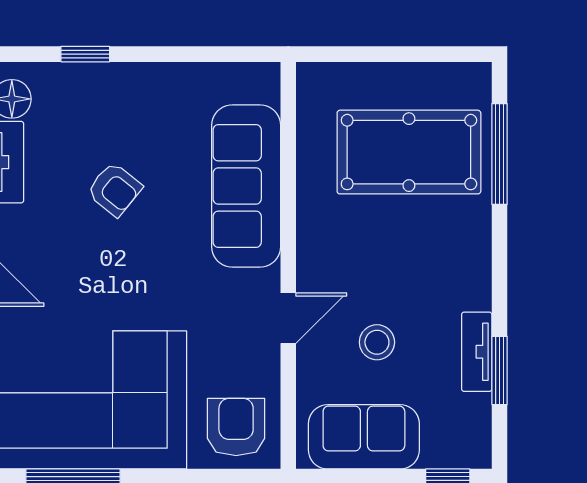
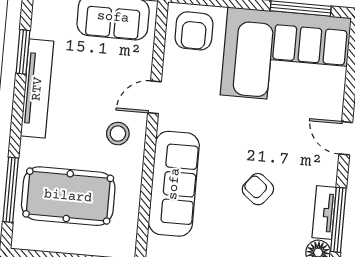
stool: (377, 342) -> (118, 134), moved
tv unit: (477, 352) -> (37, 89), width x1.92, depth x1.29

